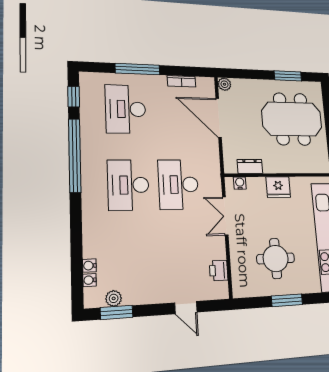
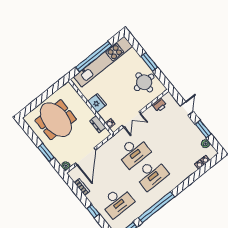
window: (138, 69) -> (93, 211), width x0.46
window: (288, 76) -> (46, 153), moved
round table: (276, 258) -> (144, 82), moved
window: (117, 312) -> (203, 129), moved

